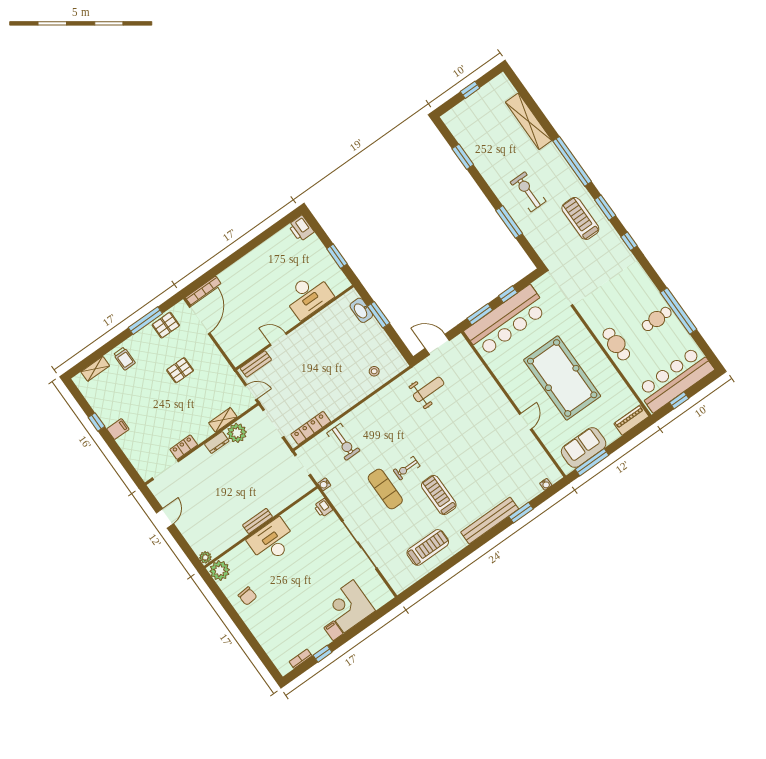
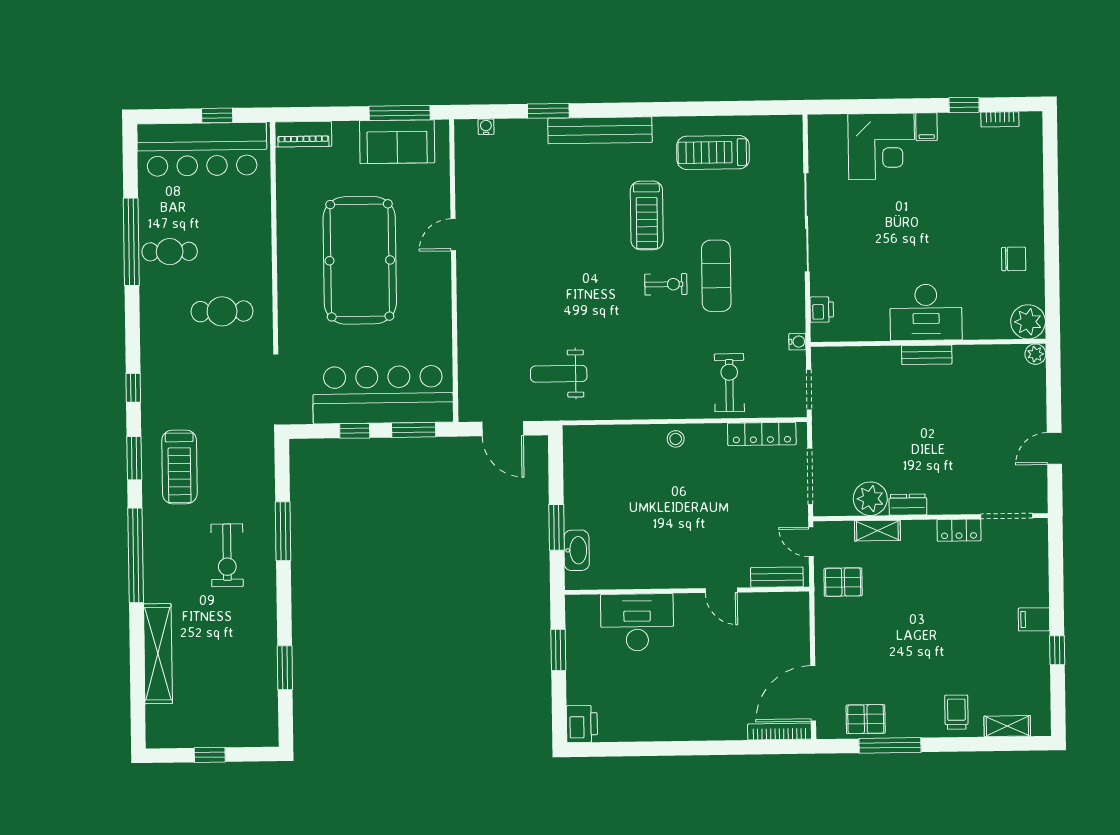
cafe table: (616, 344) -> (222, 311), moved, turned 90
pallet: (180, 370) -> (843, 582), moved
stool: (374, 371) -> (676, 439), moved
chair: (247, 596) -> (1014, 259), turned 95

